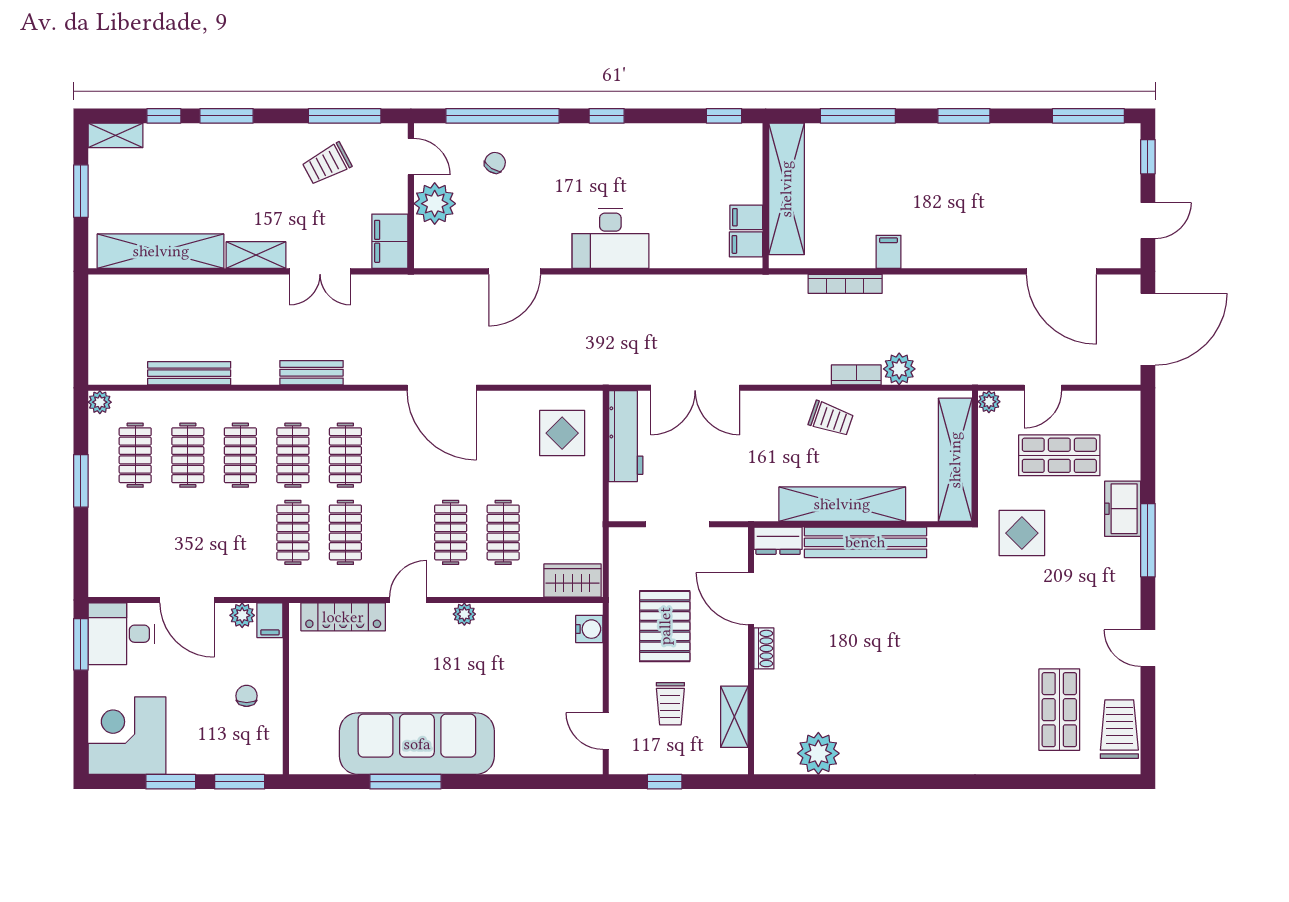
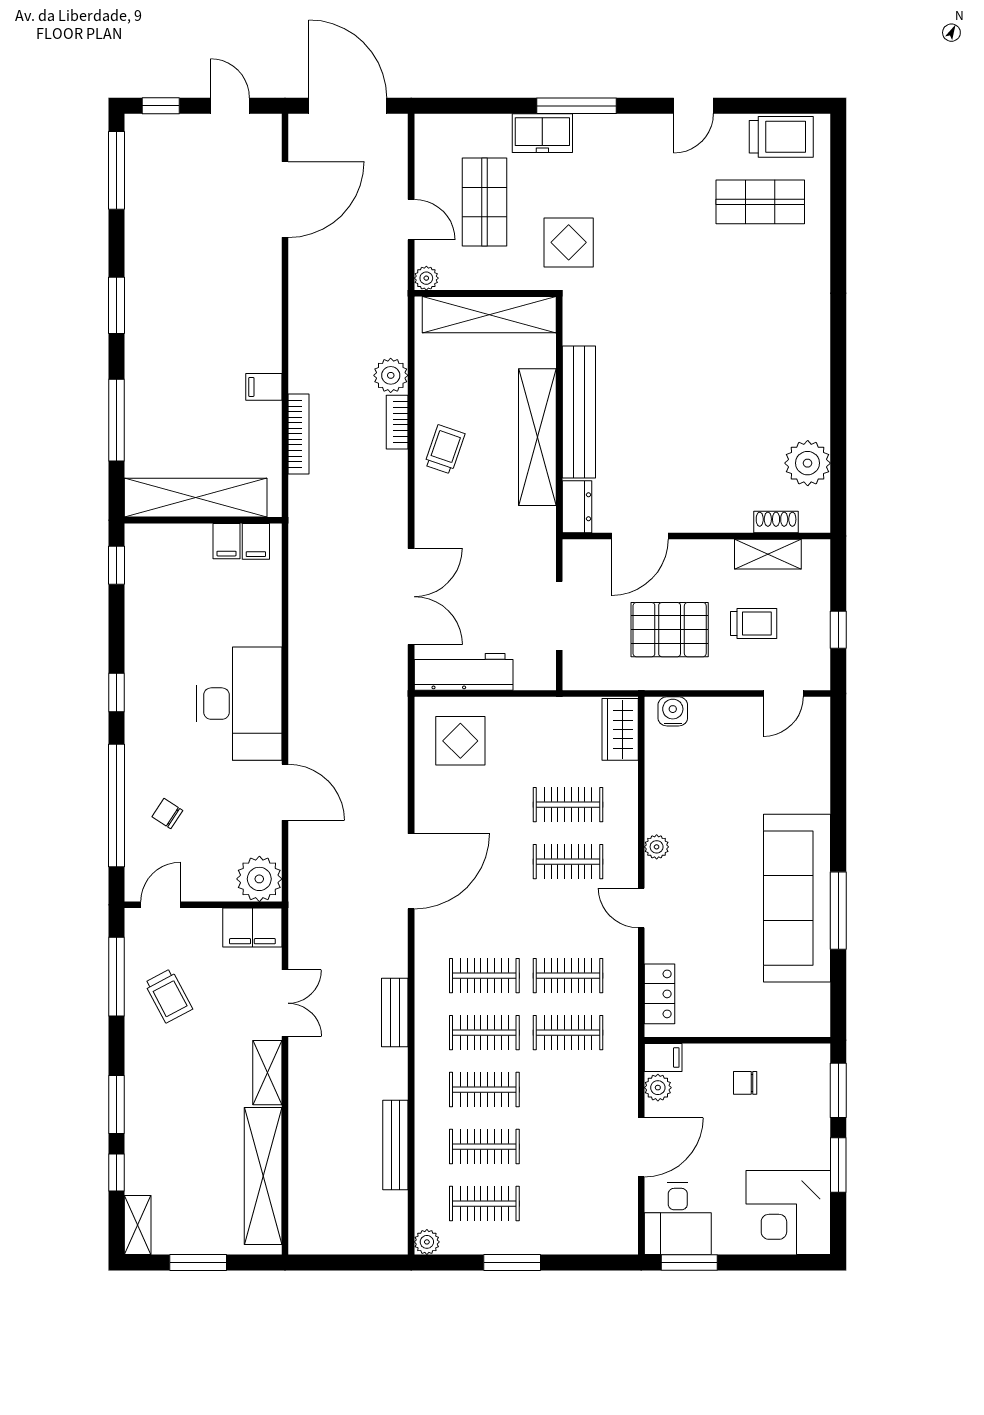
plant: (435, 204) -> (259, 879), moved
desk: (610, 238) -> (239, 704), width x1.36, depth x1.30
locker: (343, 617) -> (660, 994), width x0.66
shoe rack: (764, 648) -> (776, 522), moved
trolley: (1119, 729) -> (781, 137), turned 180

